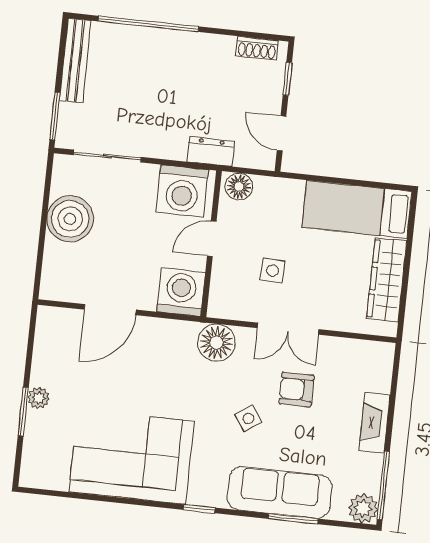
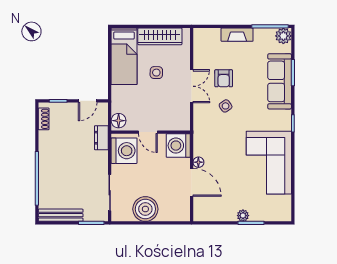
side table: (273, 271) -> (156, 73), moved
floor lamp: (216, 343) -> (198, 162), moved, width x0.53, depth x0.53
side table: (248, 418) -> (226, 106), moved

